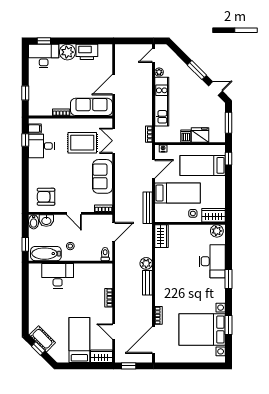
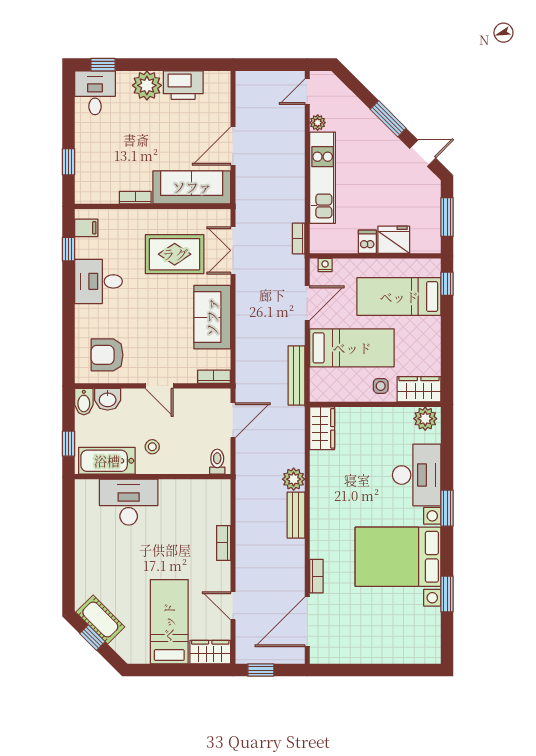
desk: (44, 56) -> (95, 93), width x0.73
desk: (41, 146) -> (98, 281), moved
bed with nightstands: (202, 330) -> (398, 557), moved

